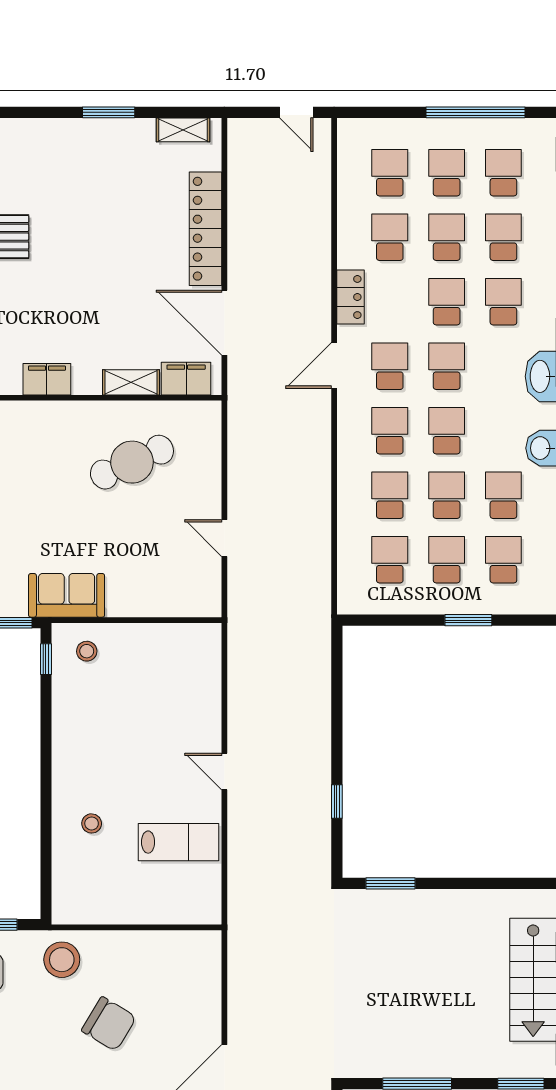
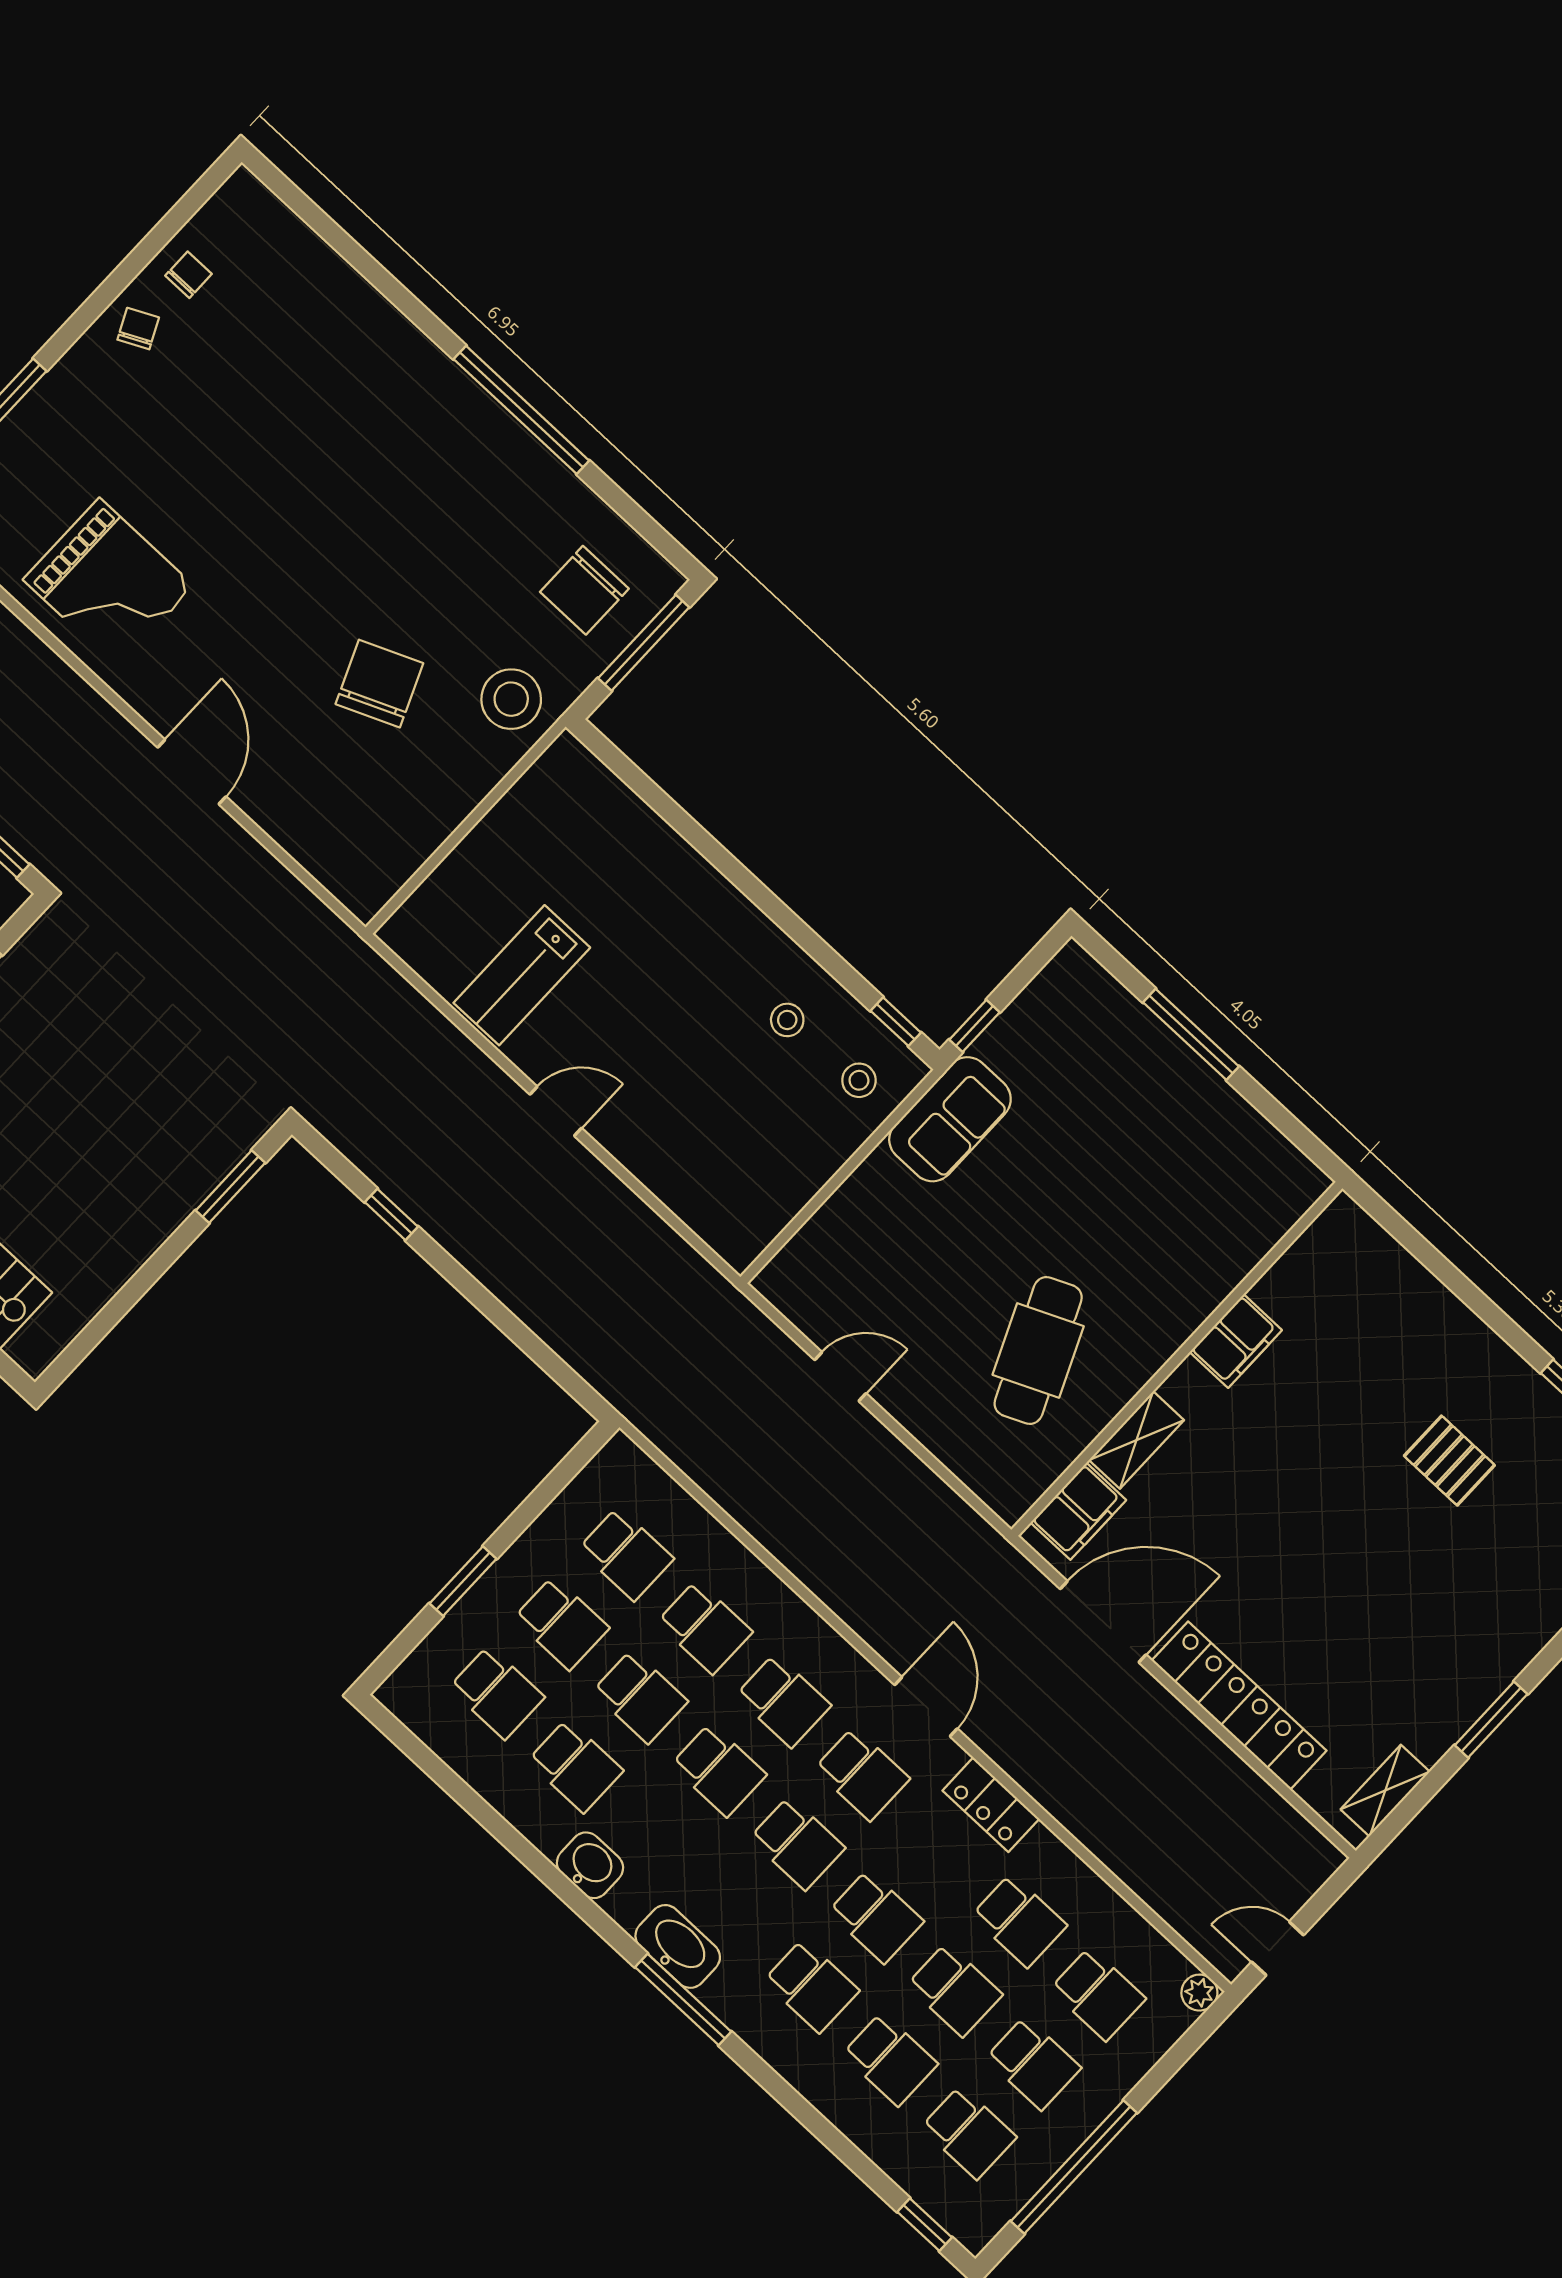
plant: (348, 129) -> (1199, 1993), added
stool: (92, 823) -> (787, 1020), moved
chair: (109, 1024) -> (379, 684), turned 126

